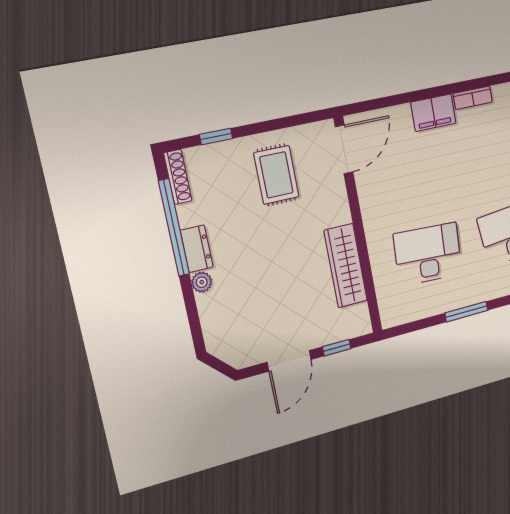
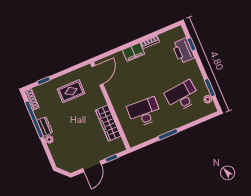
rug: (276, 175) -> (71, 91), turned 90

